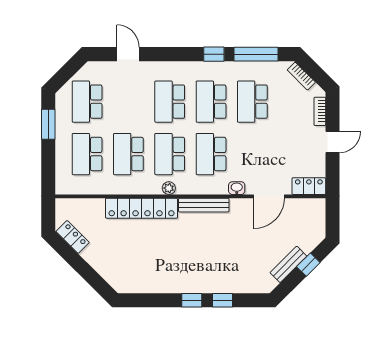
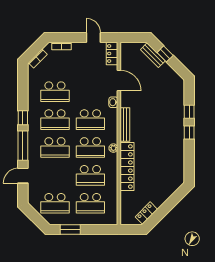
window: (256, 54) -> (23, 146), moved
door: (332, 142) -> (93, 38), moved
bench: (288, 264) -> (153, 55), moved

